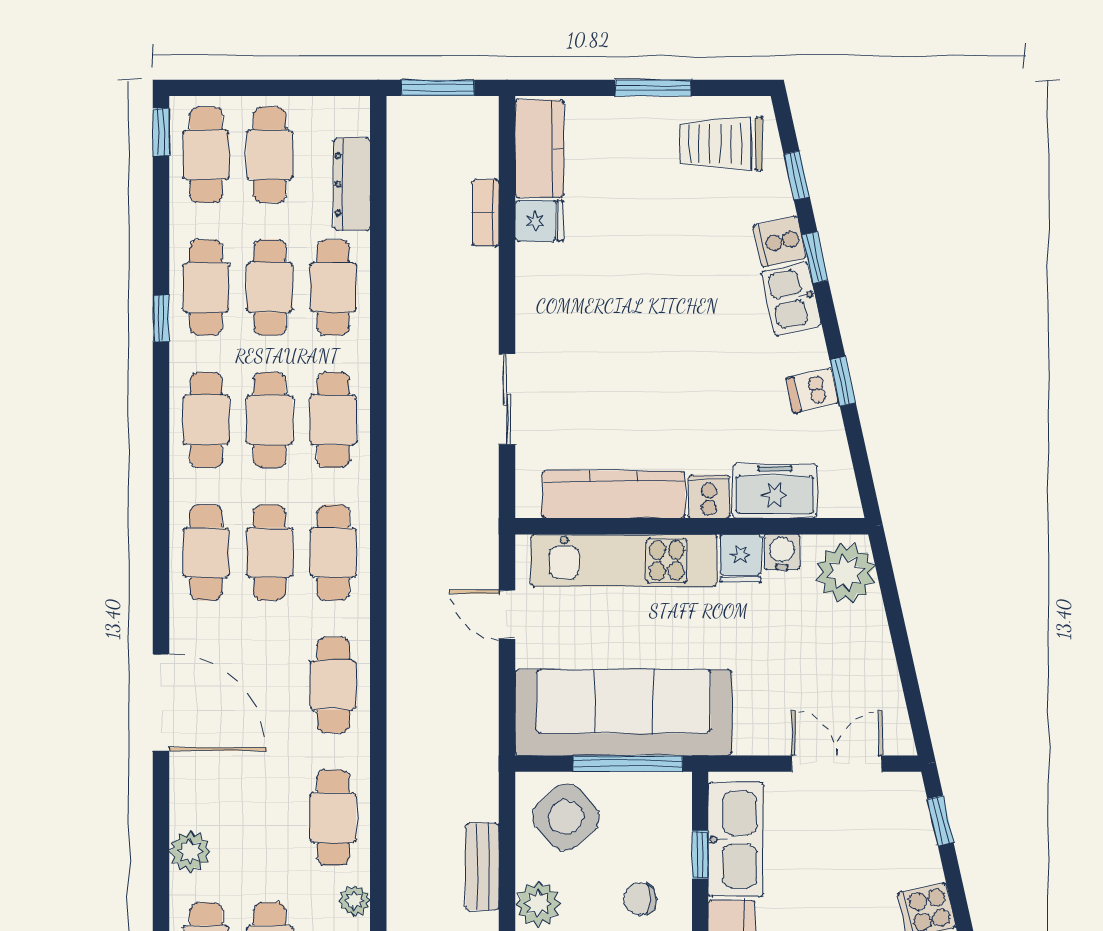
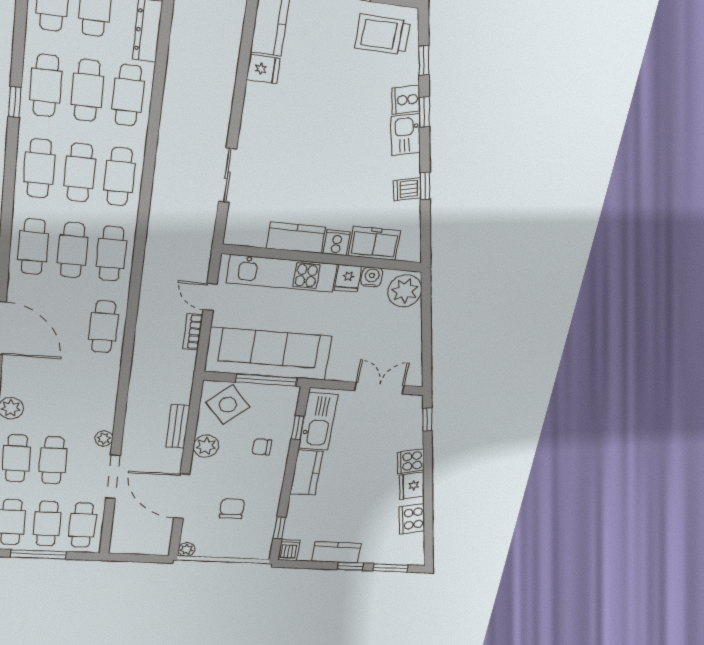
bookcase: (486, 213) -> (193, 332), moved
kitchen counter: (614, 494) -> (296, 238), width x0.67
cafe table: (333, 818) -> (96, 396), removed

